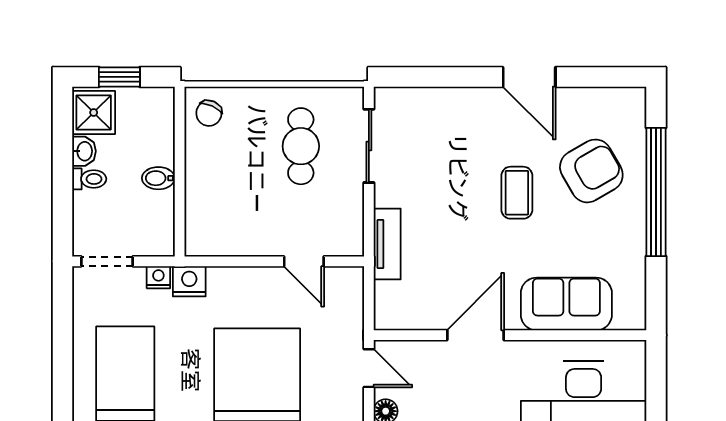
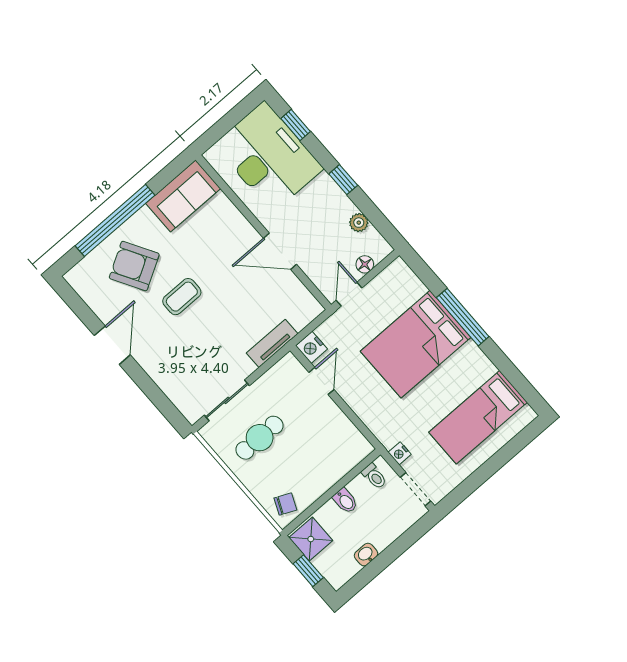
shower: (94, 112) -> (311, 539), moved
toilet: (89, 179) -> (374, 476), moved, turned 180
nightstand: (189, 281) -> (312, 347), moved
sofa: (566, 304) -> (183, 196), moved, turned -90

